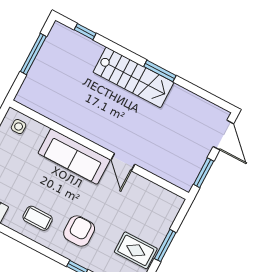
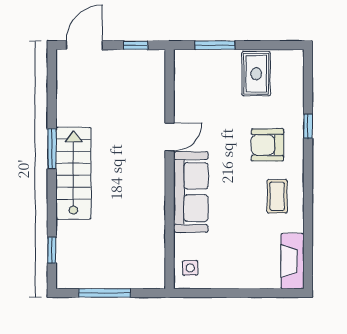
window: (204, 173) -> (136, 45), width x0.67
window: (165, 246) -> (215, 45), moved

